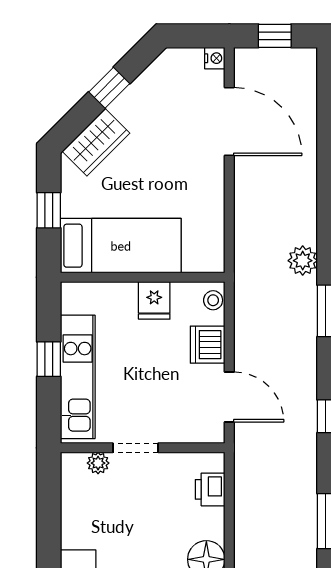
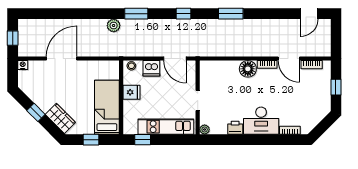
door: (229, 122) -> (62, 58), moved
window: (49, 359) -> (143, 140), moved
door: (229, 397) -> (175, 58), swing flipped
plant: (98, 463) -> (205, 130), moved
printer: (210, 489) -> (235, 128), moved, turned 180

